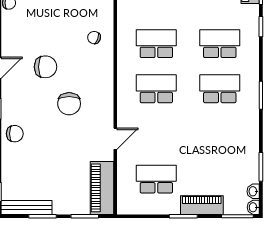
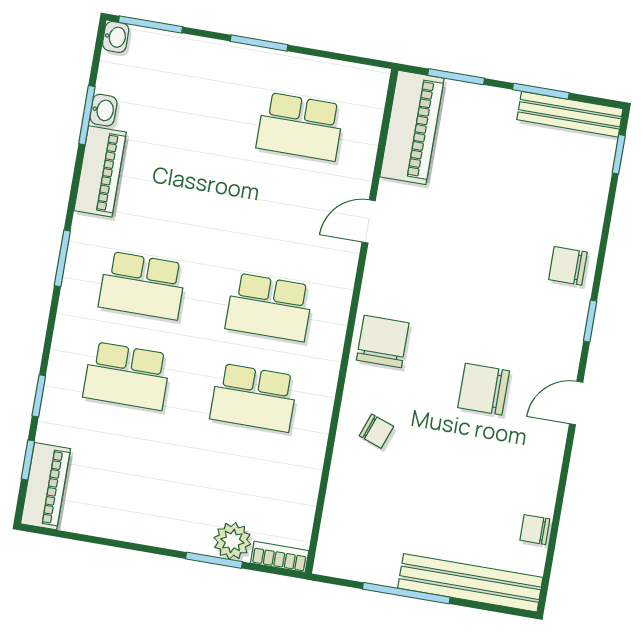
chair: (69, 104) -> (383, 342), moved
washbasin: (253, 191) -> (103, 110), moved
piano: (202, 205) -> (100, 171), moved, turned -90

